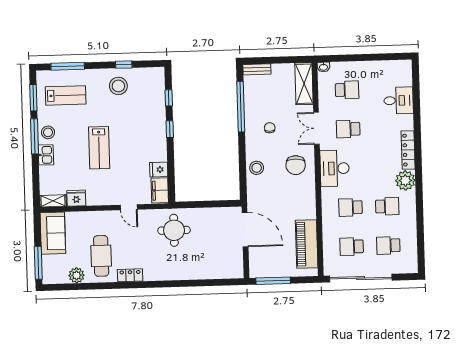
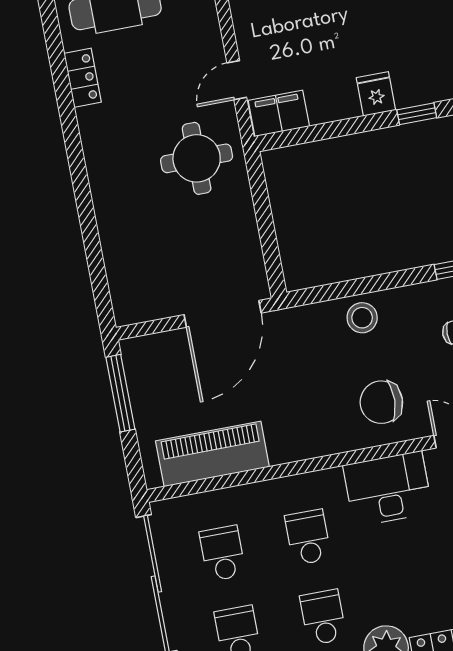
fridge: (159, 169) -> (376, 94), moved
school desk: (387, 206) -> (323, 617), turned 180
door: (129, 207) -> (237, 80), moved

